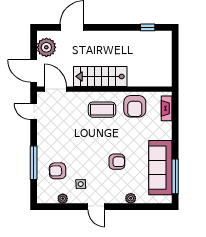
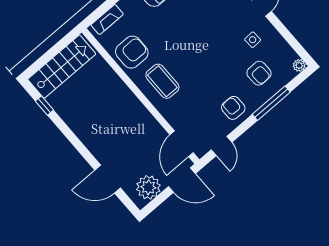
door: (34, 71) -> (182, 180), hinge flipped
stairs: (100, 76) -> (62, 67), moved, turned -90
armchair: (117, 162) -> (233, 108), moved
plant: (63, 199) -> (299, 65), moved

